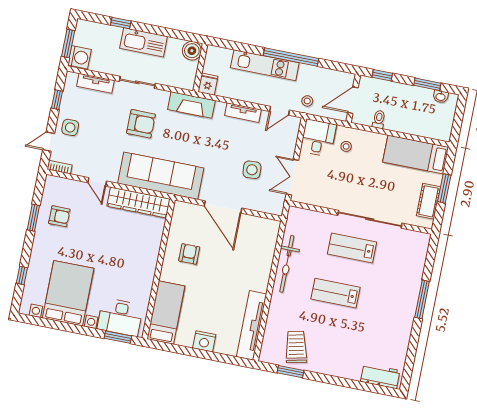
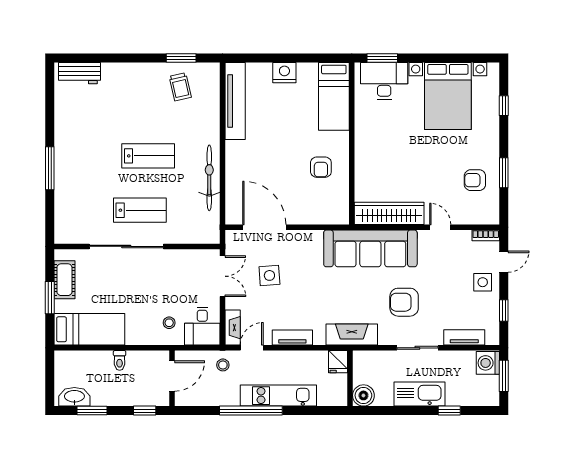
washbasin: (441, 97) -> (74, 397), width x1.91, depth x1.45
toilet: (379, 119) -> (120, 360), moved
fireplace: (292, 131) -> (233, 328), added
door: (223, 207) -> (264, 227), moved
trolley: (296, 347) -> (180, 87), width x0.73, depth x0.72

